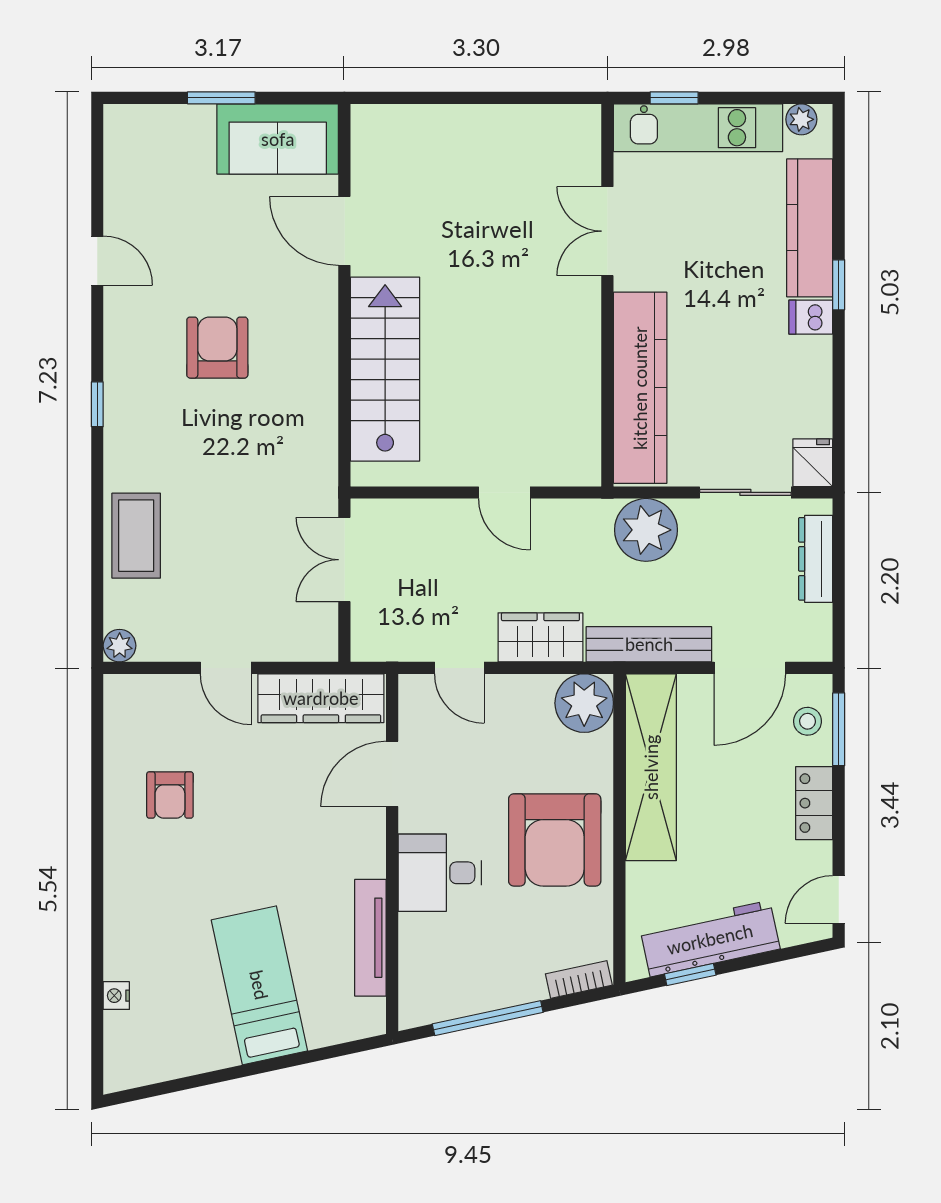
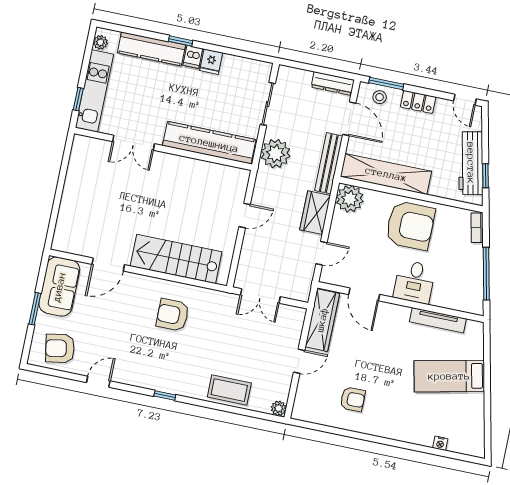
armchair: (150, 167) -> (60, 348), added
armchair: (217, 348) -> (173, 315), moved
fridge: (813, 463) -> (211, 62), moved, turned -90
dresser: (816, 559) -> (333, 84), moved

